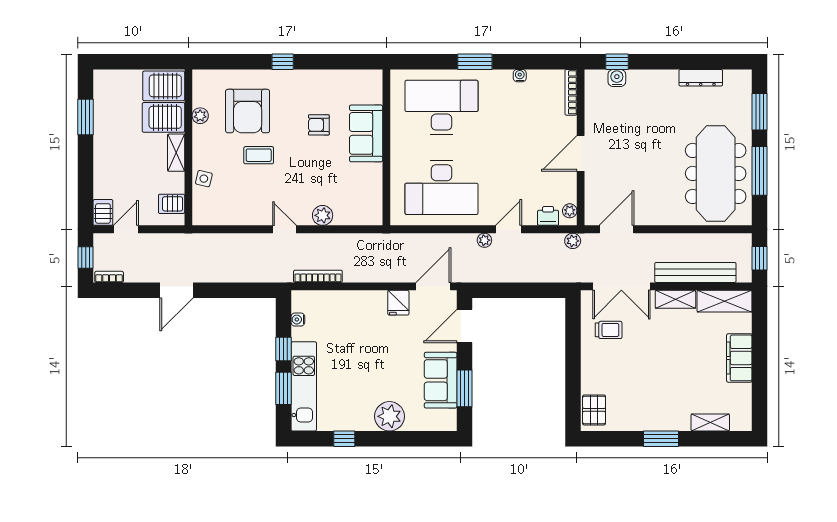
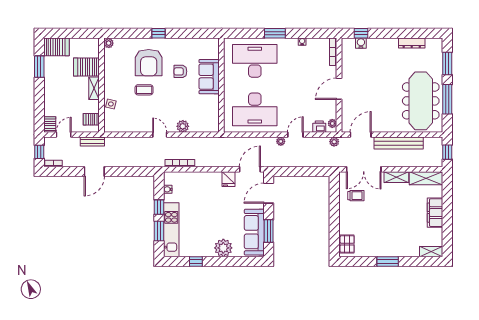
server rack: (164, 86) -> (56, 47), moved, turned 180
armchair: (248, 111) -> (149, 63), moved
plant: (200, 116) -> (109, 43), moved
bench: (173, 241) -> (92, 142), added
bench: (695, 272) -> (399, 143), moved
sofa: (441, 380) -> (254, 232), width x1.36
shelving: (710, 422) -> (431, 252), moved

